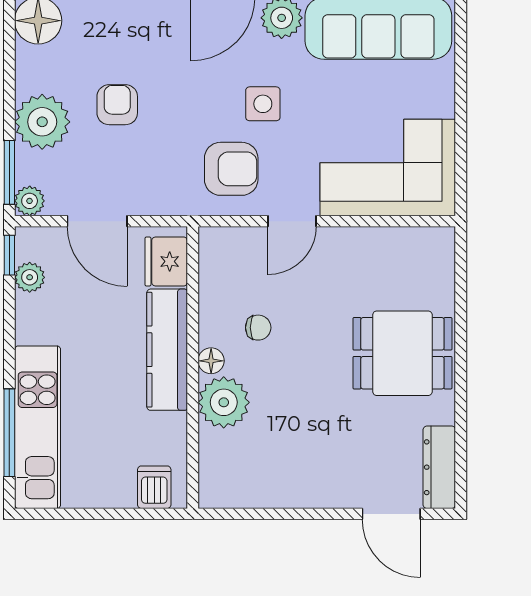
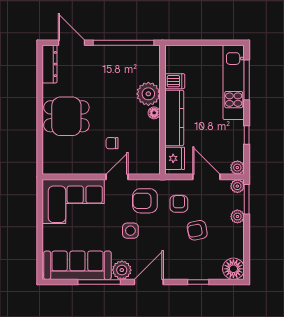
armchair: (117, 105) -> (197, 230), turned 79
plant: (42, 122) -> (237, 216), width x0.53, depth x0.53
armchair: (157, 162) -> (179, 204), added
window: (9, 255) -> (247, 135), moved
plant: (30, 277) -> (237, 168), moved
chair: (258, 328) -> (112, 143), moved
dishwasher: (154, 487) -> (175, 81), moved, turned -90
window: (278, 514) -> (123, 43), added

